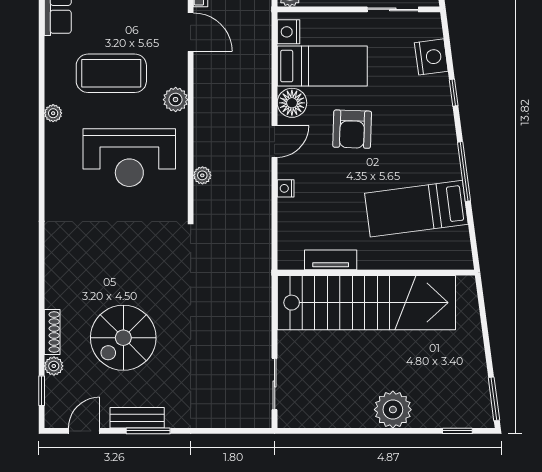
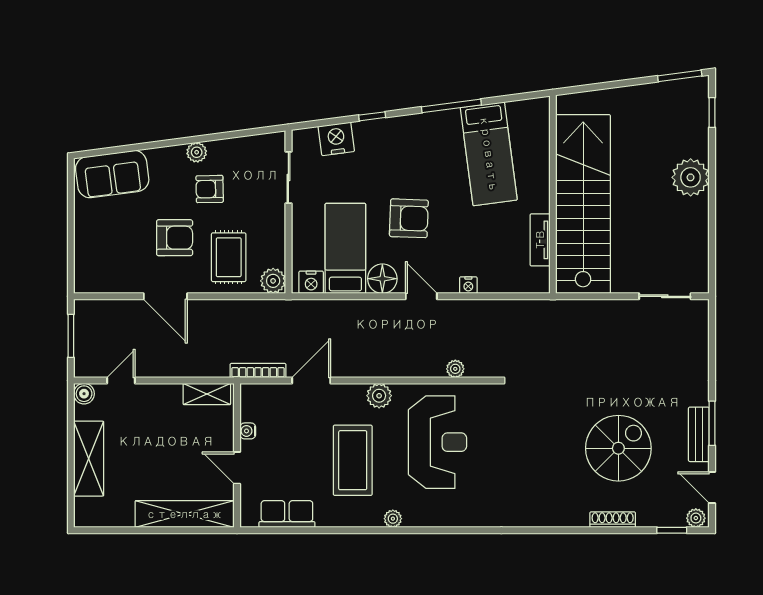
spiral stairs: (123, 338) -> (618, 448), turned -90
plant: (54, 366) -> (696, 518), moved

